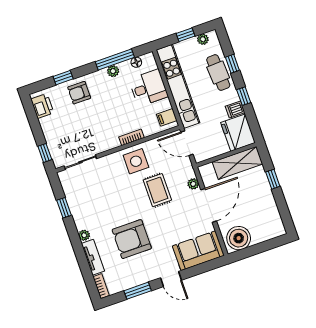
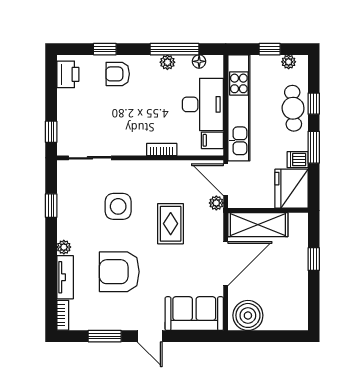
desk: (148, 88) -> (203, 104), width x1.37
window: (244, 96) -> (314, 147), width x1.50
side table: (136, 161) -> (118, 206), moved
shelving: (237, 163) -> (258, 225), moved
plant: (193, 184) -> (216, 203), moved

